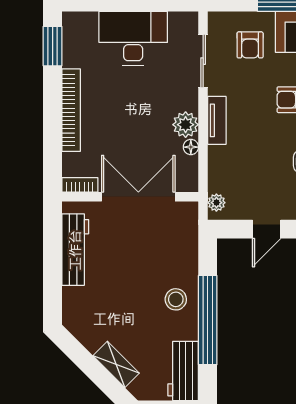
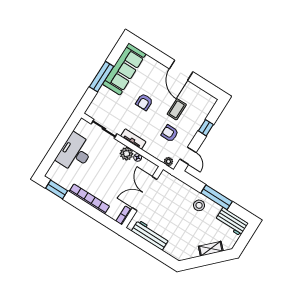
armchair: (250, 45) -> (170, 133), moved, turned 180
door: (267, 229) -> (188, 156), moved
window: (208, 320) -> (217, 197), width x0.68

